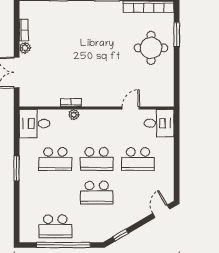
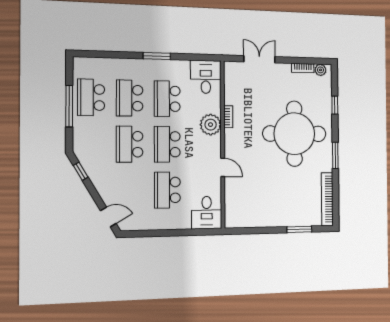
plant: (25, 48) -> (320, 70), moved
round table: (151, 48) -> (294, 134), moved, width x1.86, depth x1.86
door: (131, 108) -> (223, 167), moved
plant: (74, 115) -> (211, 125), width x1.88, depth x1.88
school desk: (55, 193) -> (130, 98), added
window: (63, 245) -> (69, 106), width x0.68

